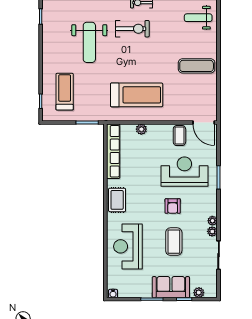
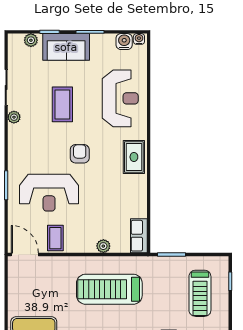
row of seats: (113, 151) -> (139, 236), width x0.50
armchair: (173, 206) -> (80, 154), moved
plant: (212, 221) -> (14, 131), removed
water cooler: (125, 292) -> (124, 42), added

